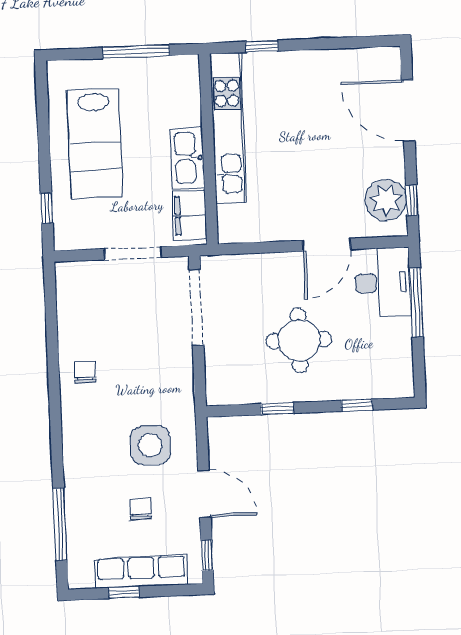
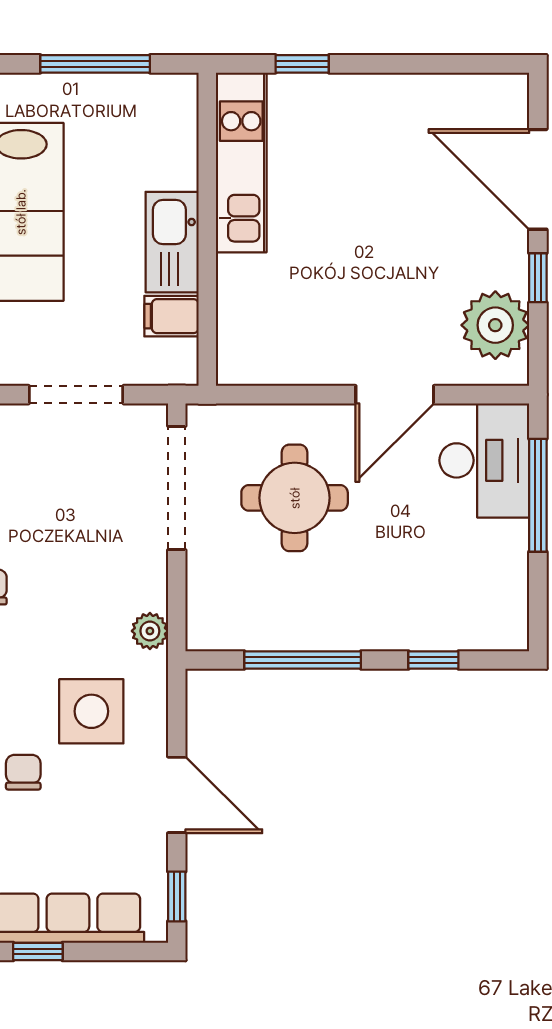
kitchen unit: (228, 128) -> (241, 162), width x0.73
window: (412, 200) -> (538, 278), moved
filing cabinet: (189, 215) -> (171, 316), width x0.50
round table: (299, 340) -> (295, 498), moved
plant: (184, 395) -> (150, 631), added
window: (277, 409) -> (303, 660), width x2.17
chair: (140, 509) -> (23, 772), moved

